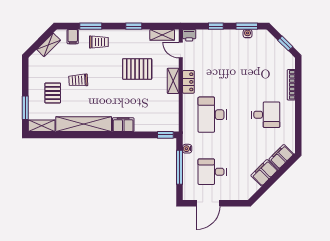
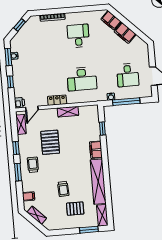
window: (91, 26) -> (18, 172), moved
trolley: (99, 42) -> (33, 165), moved
shelving: (173, 81) -> (68, 112), moved
window: (165, 135) -> (102, 128), moved

